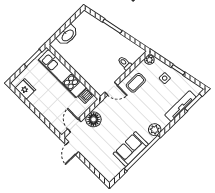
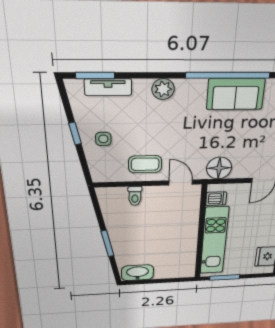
washbasin: (67, 35) -> (138, 273), moved
plant: (149, 60) -> (101, 175), removed
tv unit: (180, 106) -> (108, 87), width x0.71
floor lamp: (93, 119) -> (219, 168), moved
plant: (155, 130) -> (163, 89), moved

